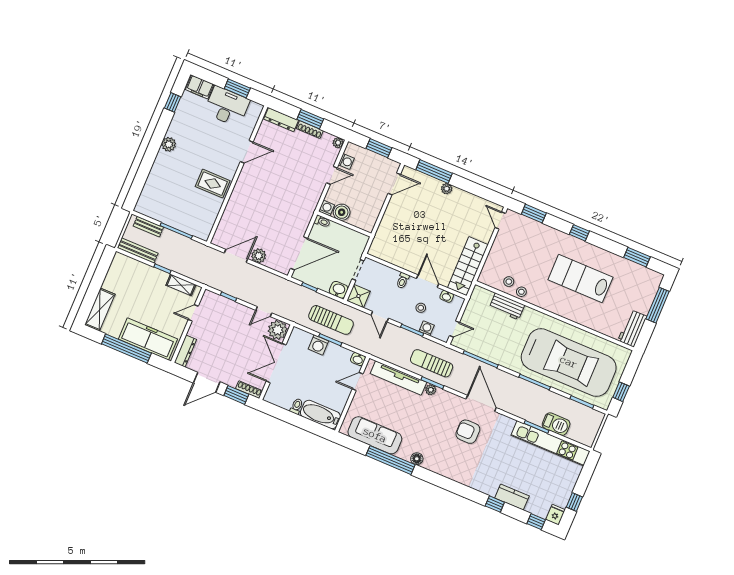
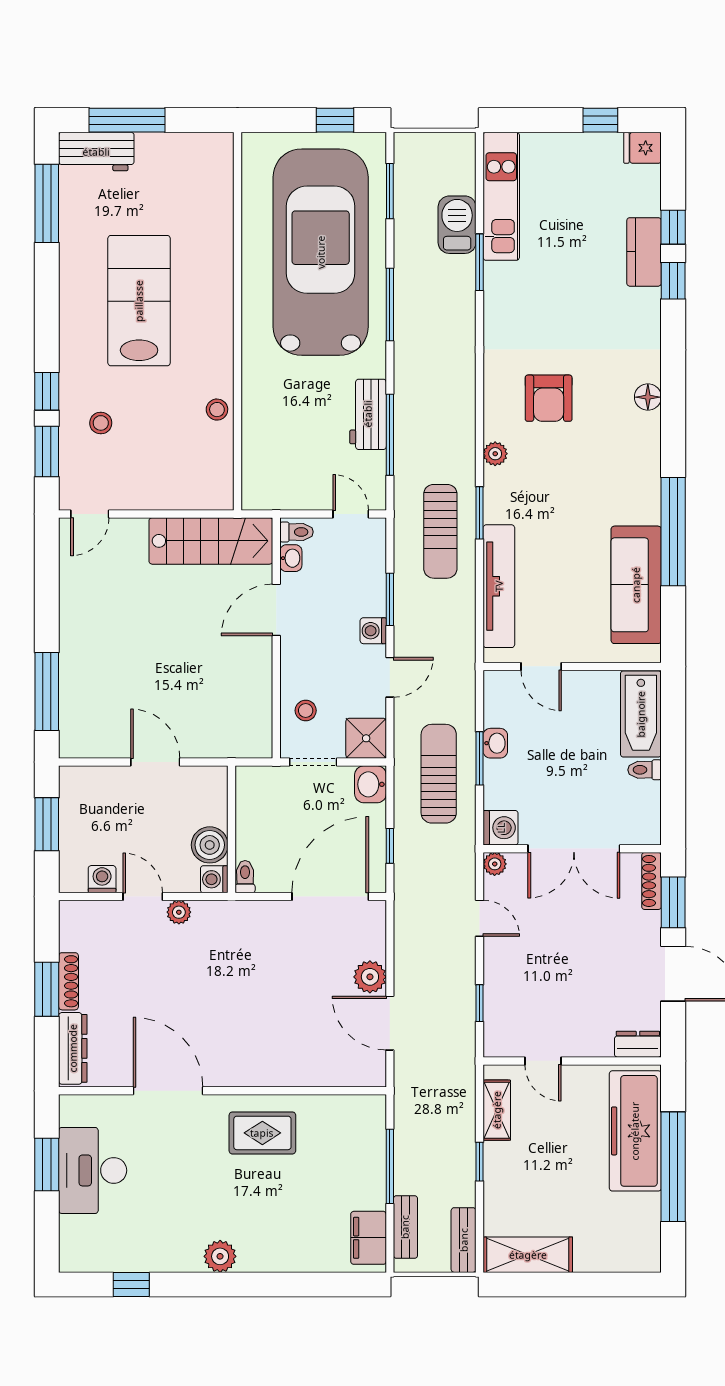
filing cabinet: (200, 87) -> (369, 1238), moved, turned 180
plant: (338, 143) -> (179, 912), moved
door: (247, 152) -> (168, 1091), width x1.36
rug: (213, 184) -> (262, 1133), turned 90
door: (394, 184) -> (155, 762), moved
plant: (447, 189) -> (71, 651), removed
window: (579, 233) -> (47, 391), moved
bench: (138, 250) -> (464, 1240), width x0.73
door: (299, 253) -> (330, 897), hinge flipped
window: (637, 257) -> (47, 203), width x1.44
lab bench: (580, 278) -> (139, 301), turned 180
toilet: (403, 281) -> (297, 532), moved
stool: (509, 282) -> (101, 423), moved
workbench: (507, 306) -> (368, 414), moved, turned 180
stool: (421, 308) -> (306, 711), moved
shelving: (100, 309) -> (528, 1255), moved
washing machine: (427, 328) -> (373, 631), moved
workbench: (632, 328) -> (96, 152), moved
plant: (278, 330) -> (495, 864), width x0.53, depth x0.53
washing machine: (318, 345) -> (501, 828), moved
dresser: (185, 351) -> (638, 1044), width x0.70
washbasin: (358, 359) -> (495, 743), moved
plant: (431, 390) -> (495, 454), moved
door: (481, 403) -> (480, 396), removed
kitchen unit: (550, 443) -> (501, 196), width x0.73
floor lamp: (417, 459) -> (648, 397), moved
window: (536, 522) -> (673, 227), moved

